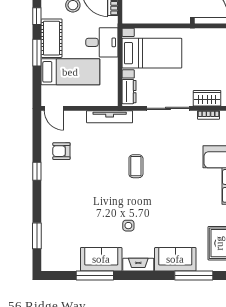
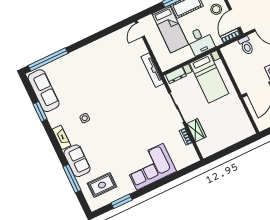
armchair: (61, 151) -> (114, 49), removed
coffee table: (136, 166) -> (127, 104), removed
window: (37, 171) -> (92, 39), removed
window: (37, 236) -> (48, 59), width x2.11
sofa: (101, 259) -> (44, 91), moved, width x1.36
window: (95, 276) -> (40, 112), width x0.69

